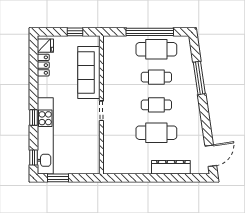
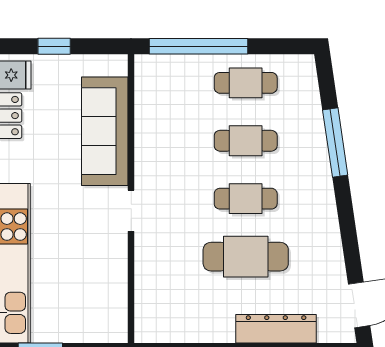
window: (75, 32) -> (54, 46), moved
window: (150, 32) -> (199, 46), moved
cafe table: (156, 49) -> (246, 83), width x0.73, depth x0.74

